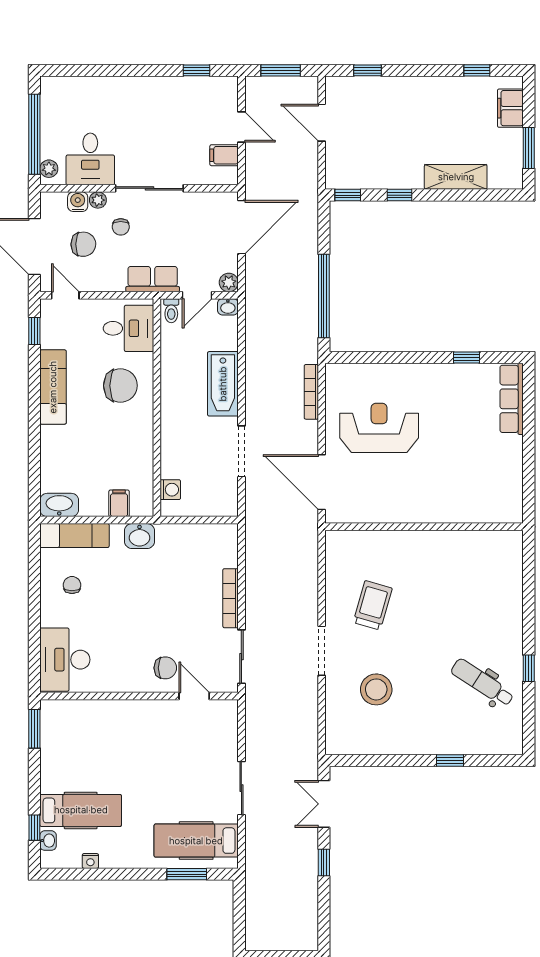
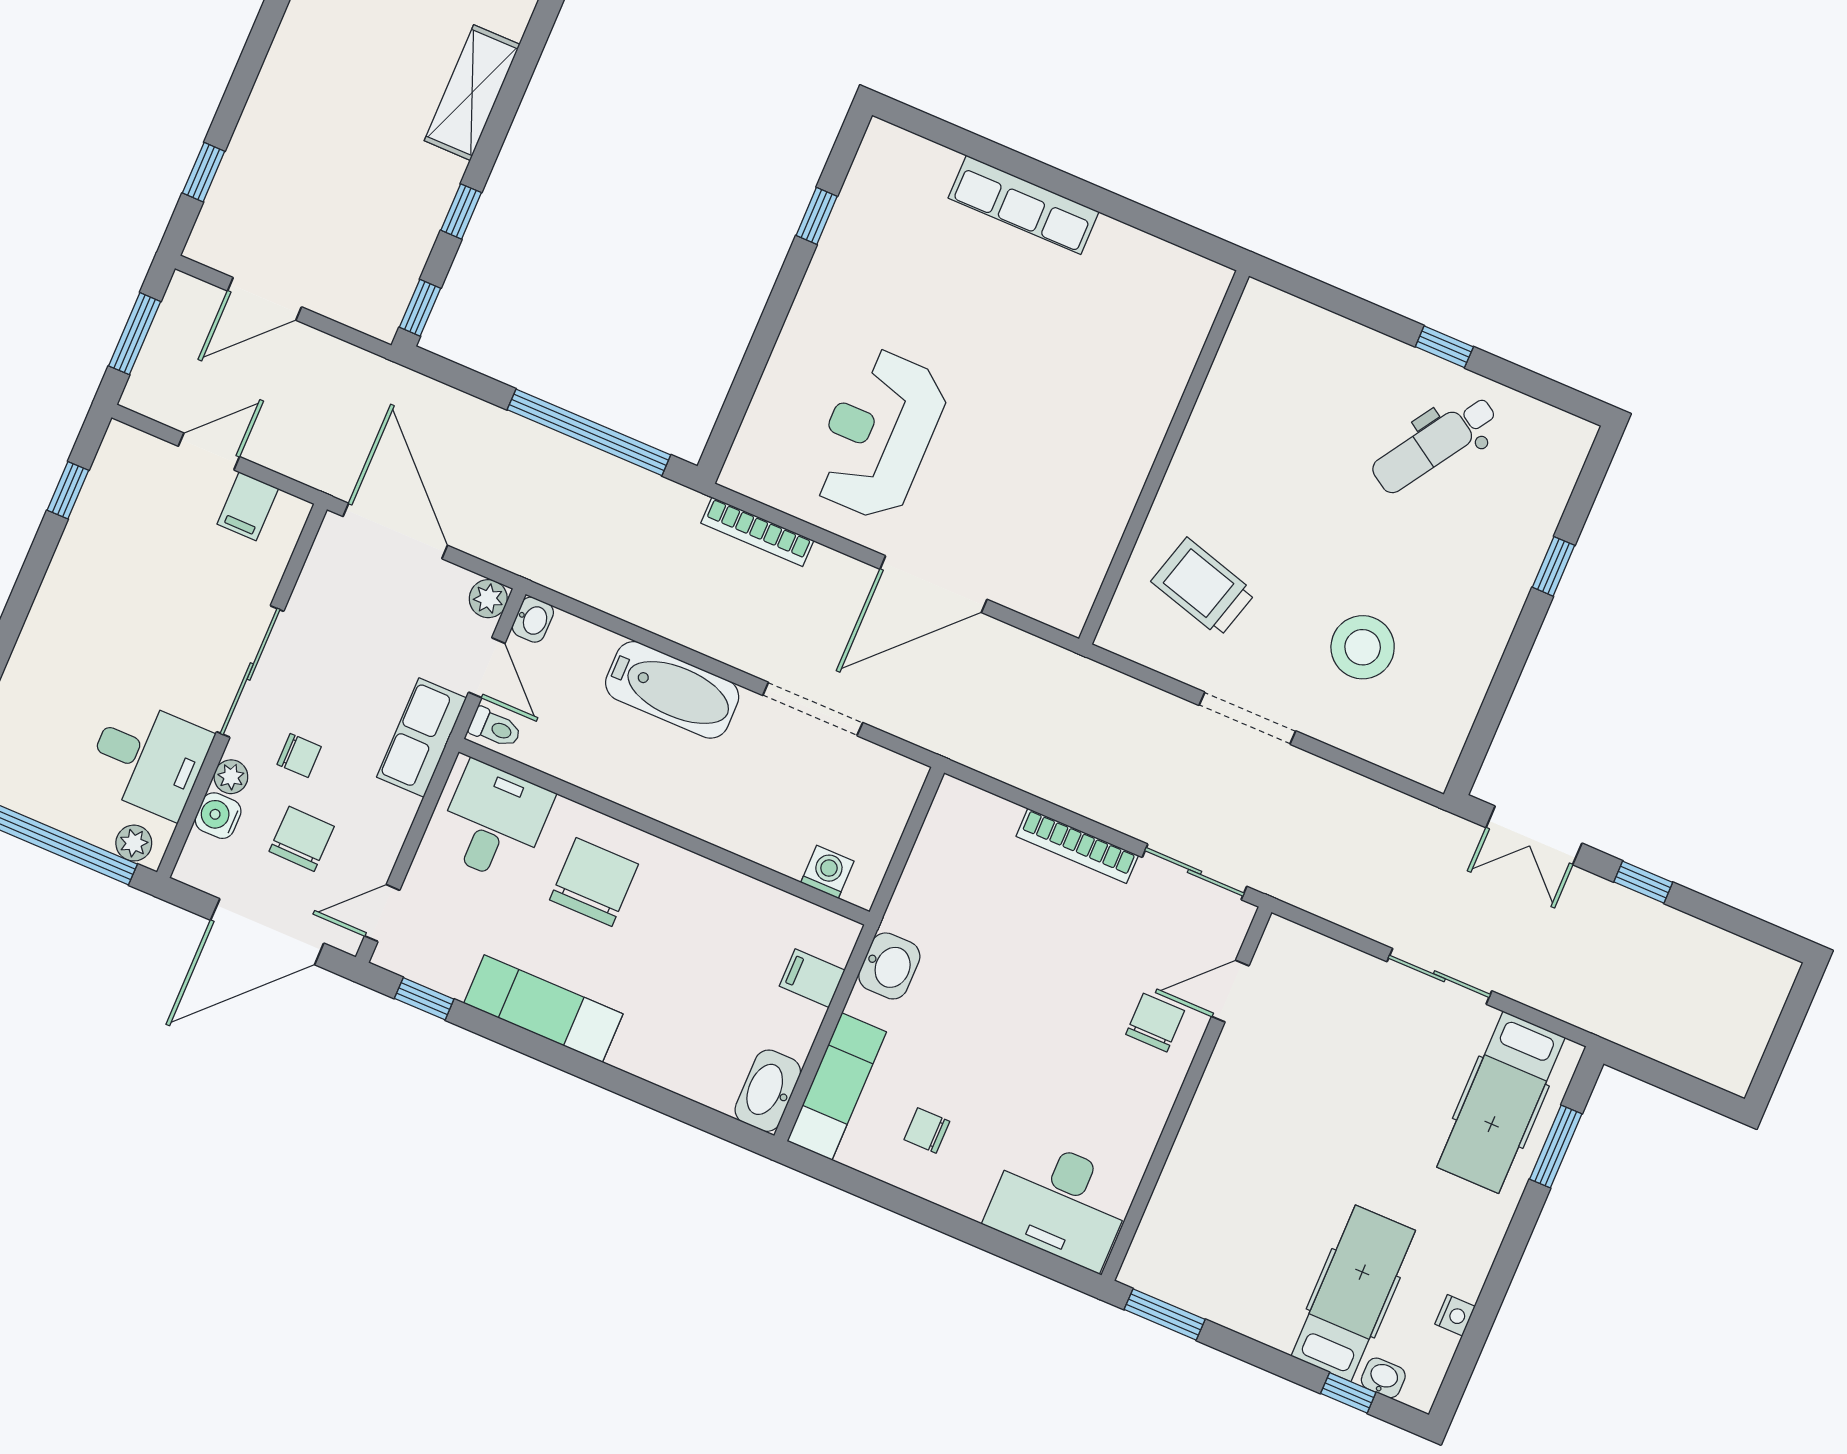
row of seats: (512, 399) -> (1024, 205), moved
wall: (424, 527) -> (1164, 457), moved

